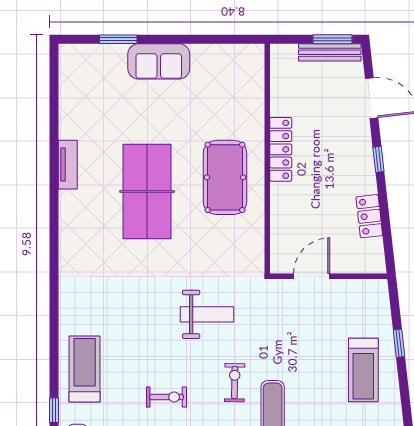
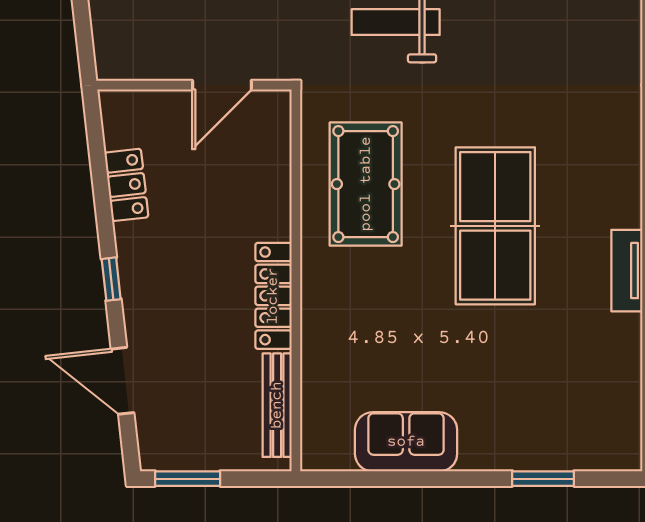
bench: (330, 52) -> (277, 405), moved, turned 90
sofa: (159, 61) -> (406, 442), moved
pool table: (225, 177) -> (366, 184), moved

